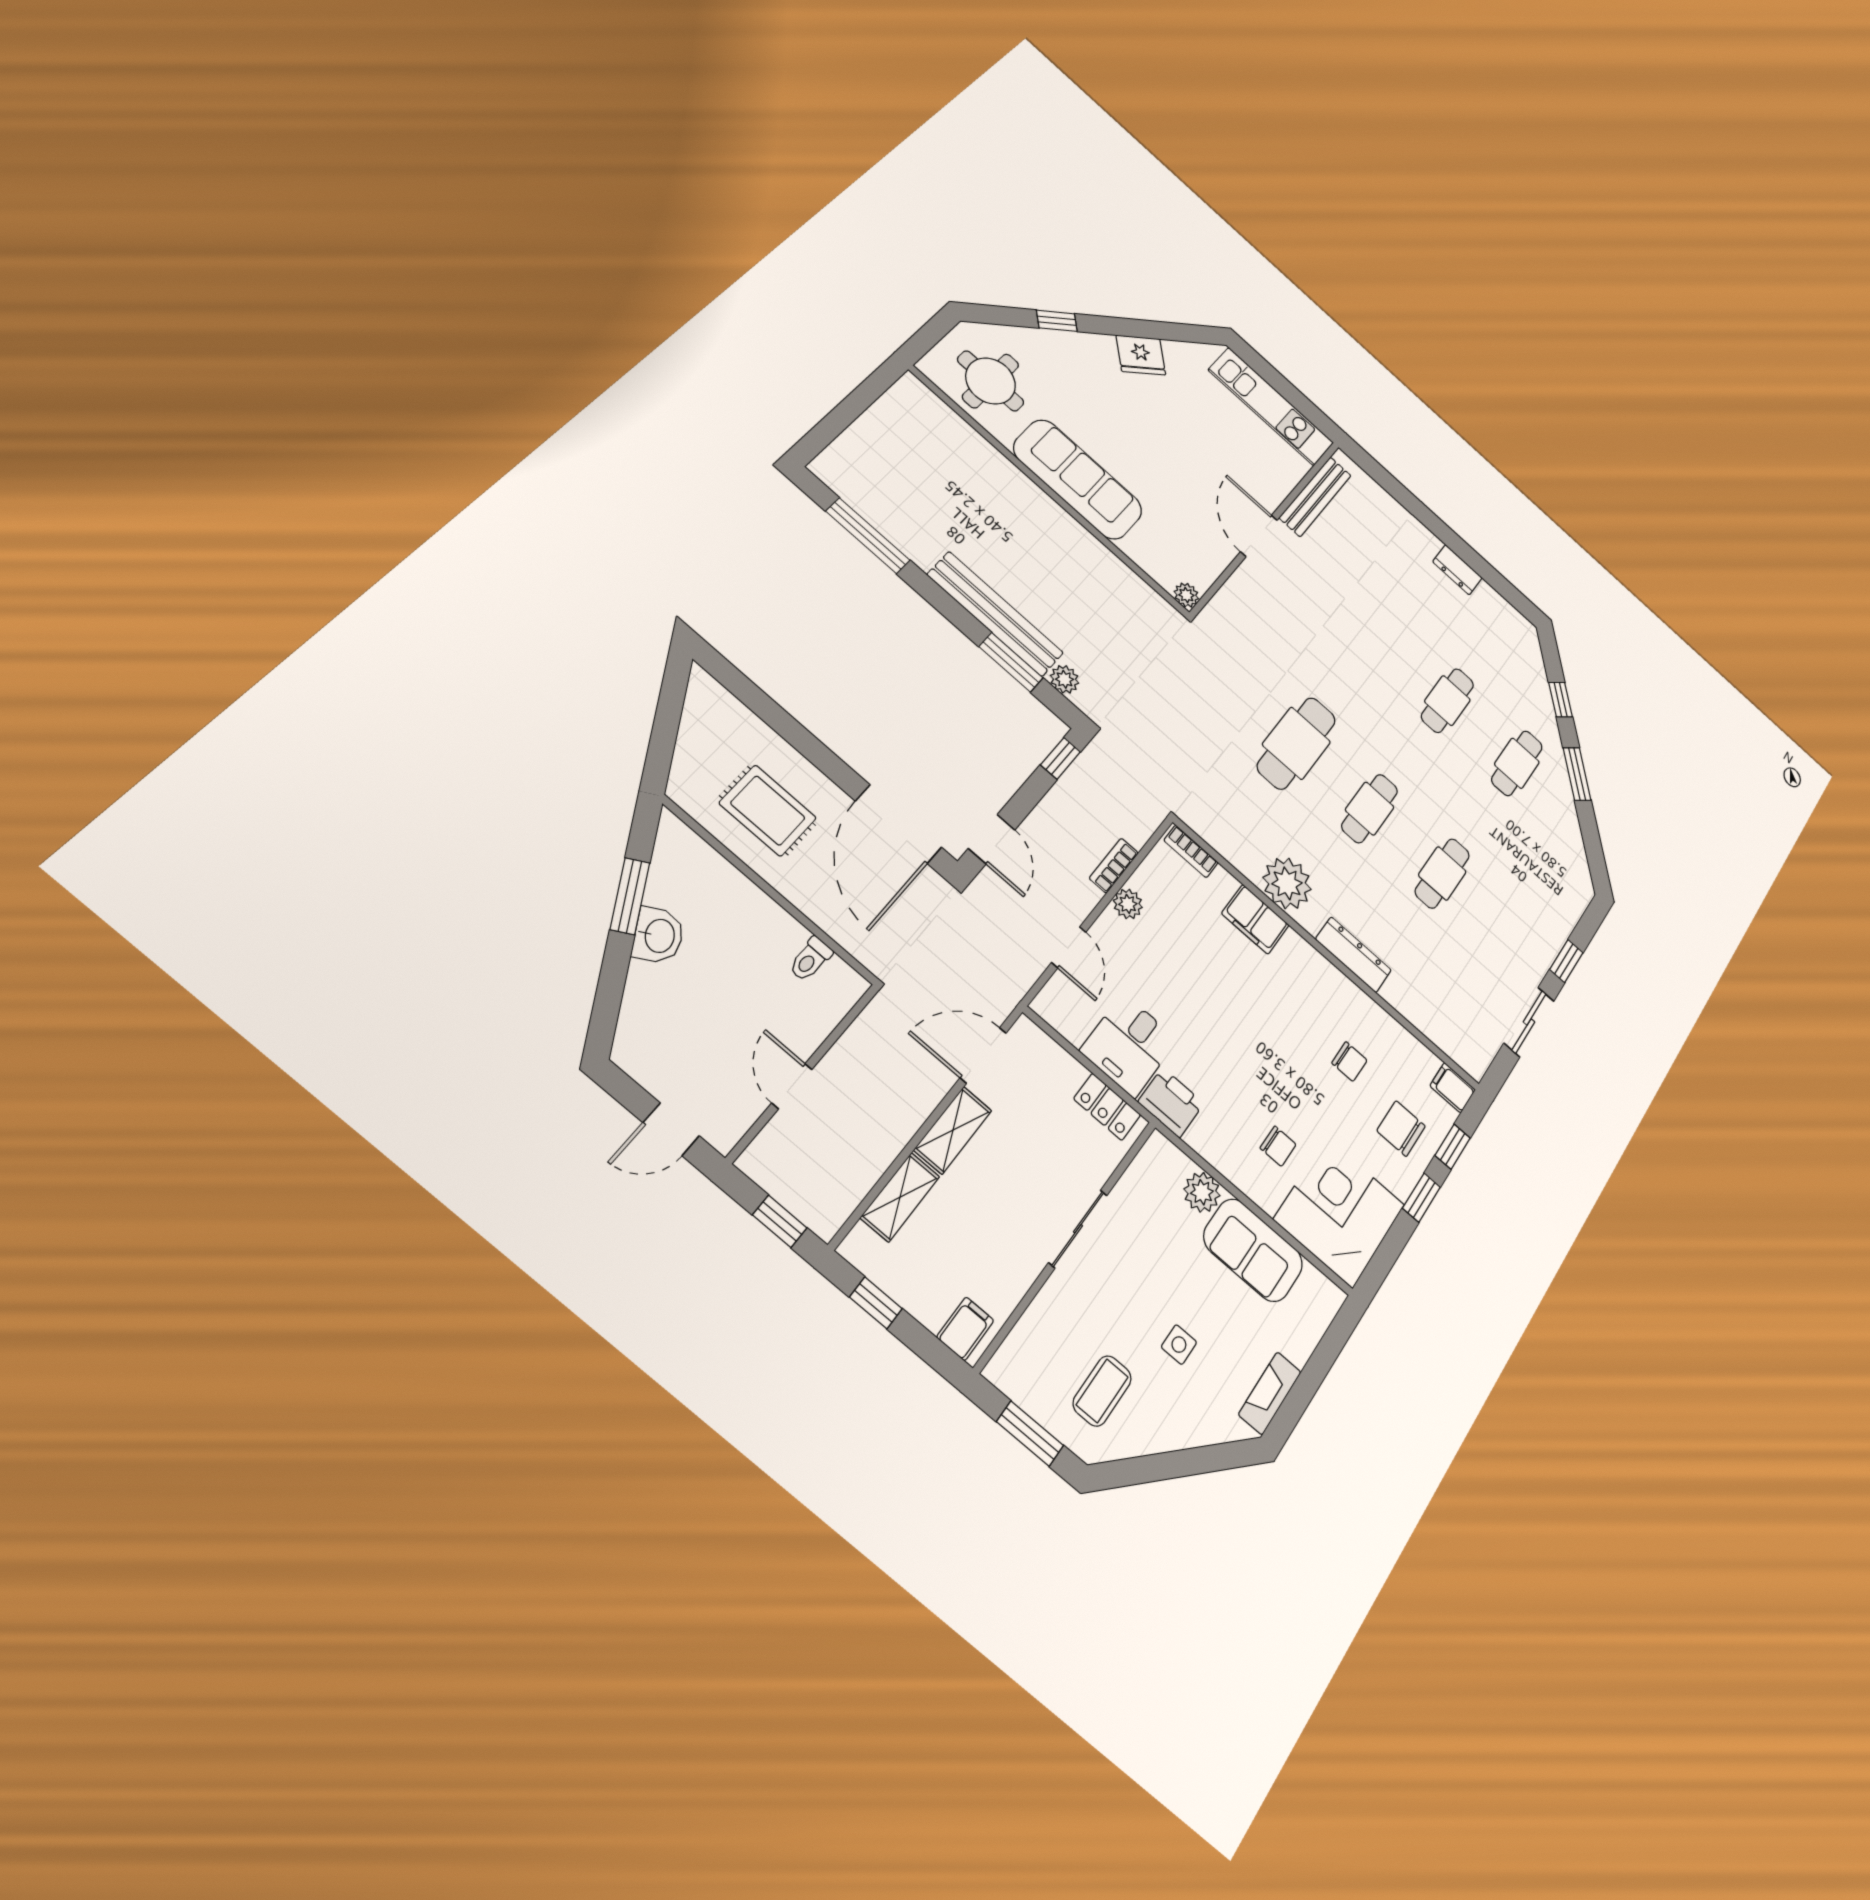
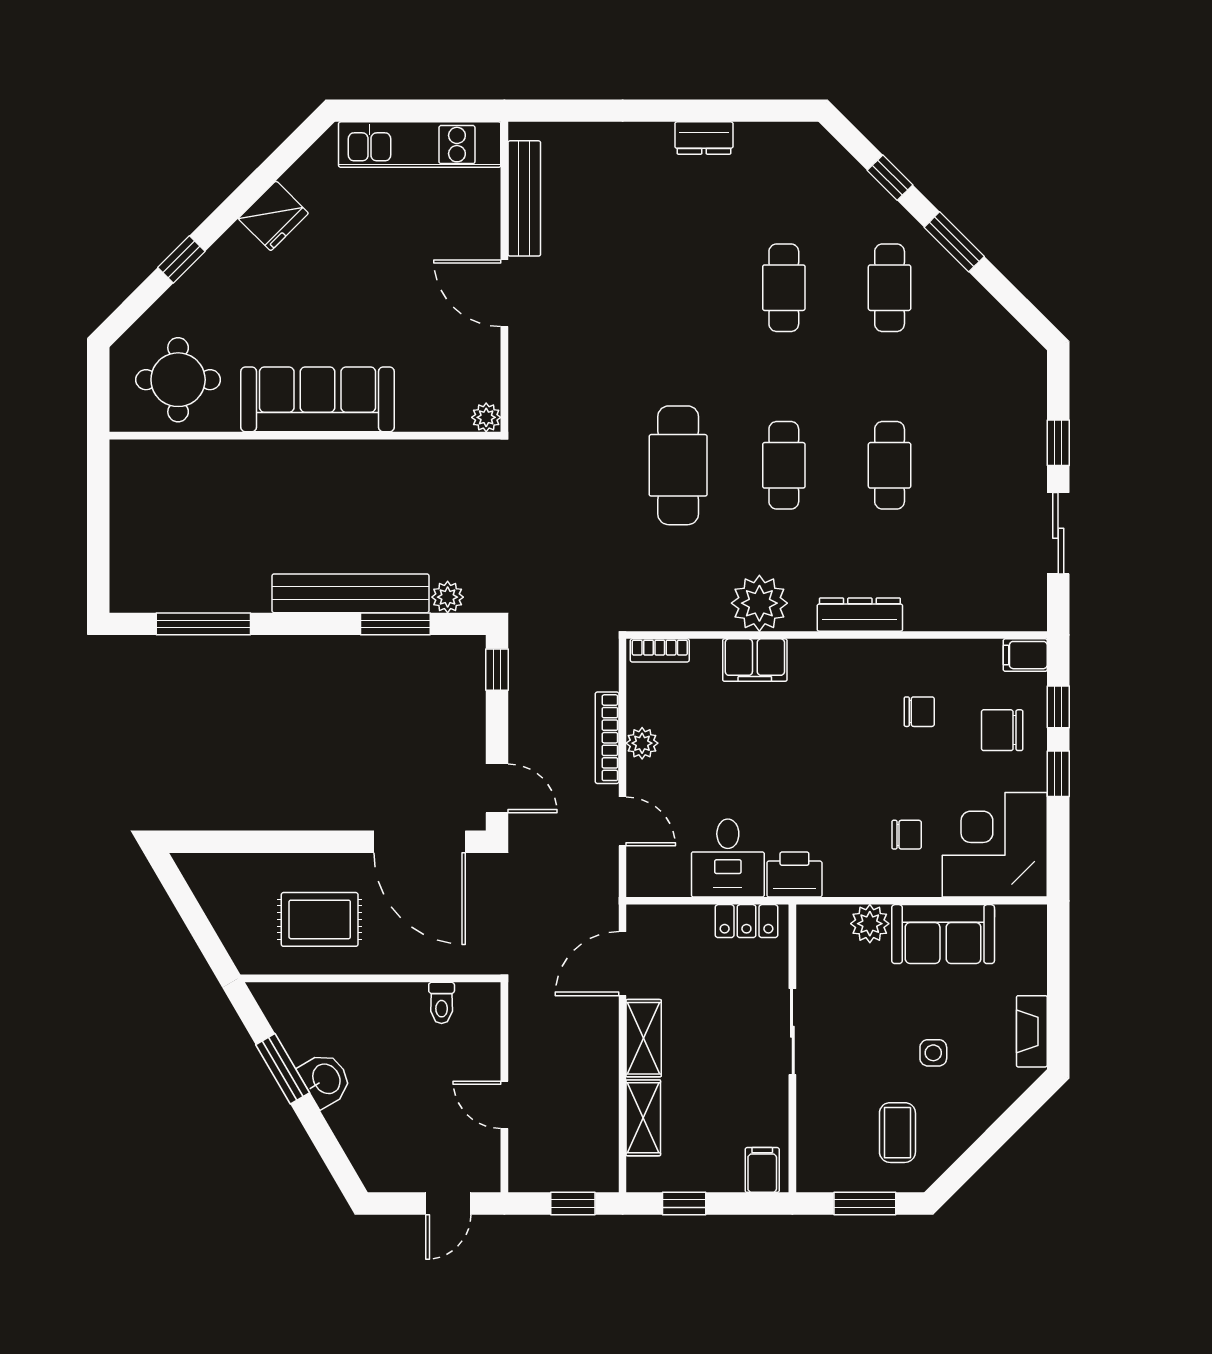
bookcase: (1114, 866) -> (607, 738), width x1.56

